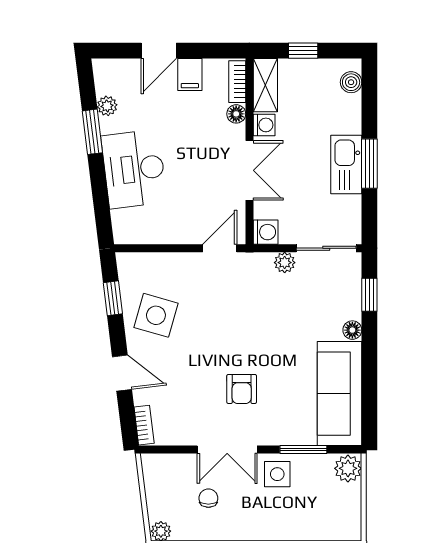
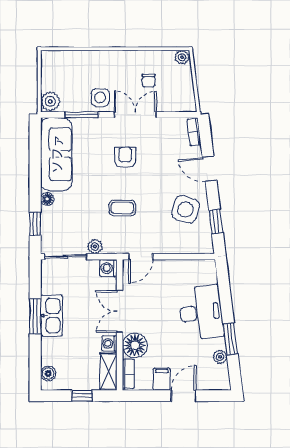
floor lamp: (236, 114) -> (135, 345), width x1.89, depth x1.89
coffee table: (246, 317) -> (122, 208), added

